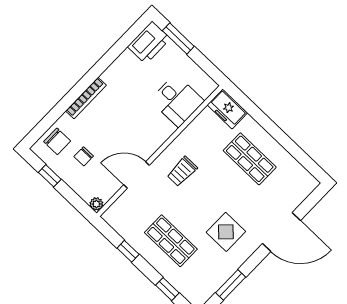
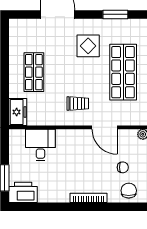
shop shelf: (171, 241) -> (123, 72), width x1.43, depth x1.36

